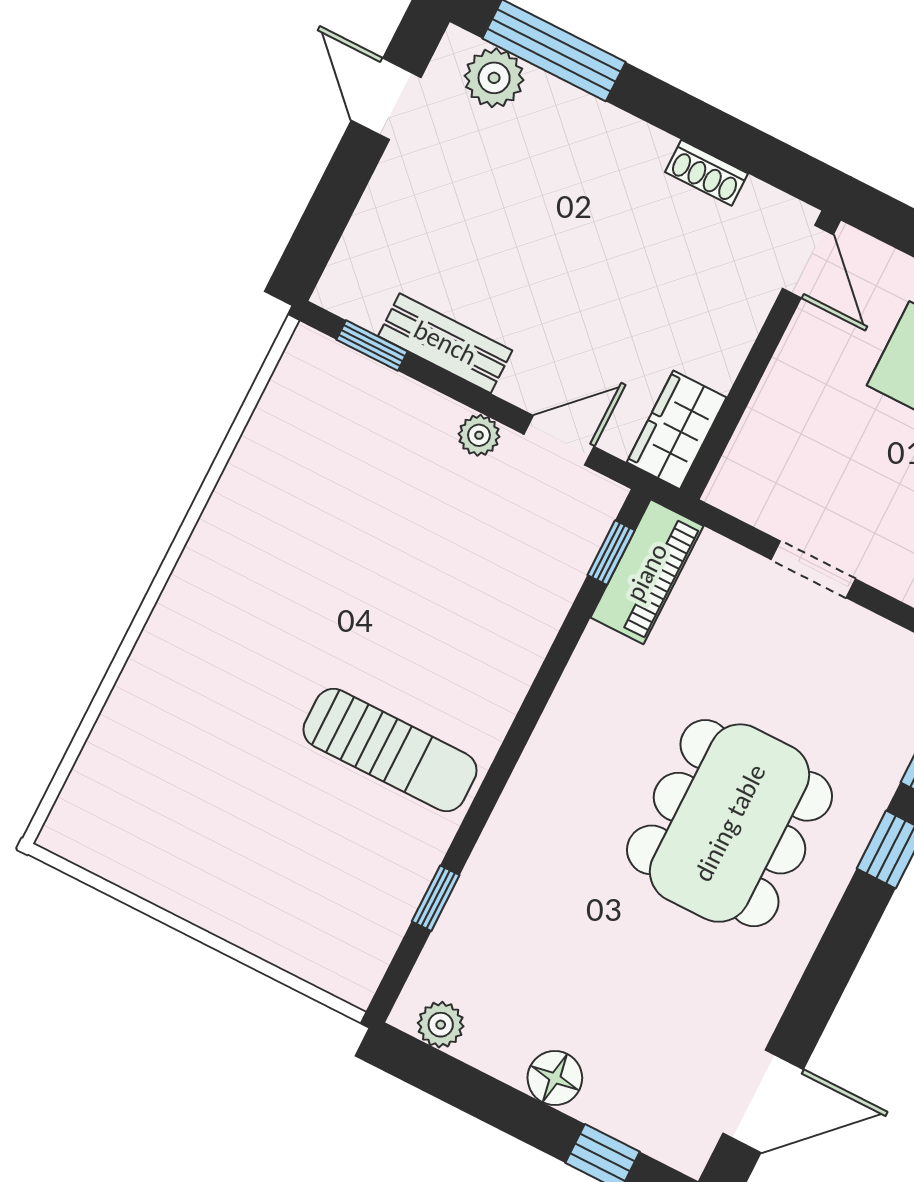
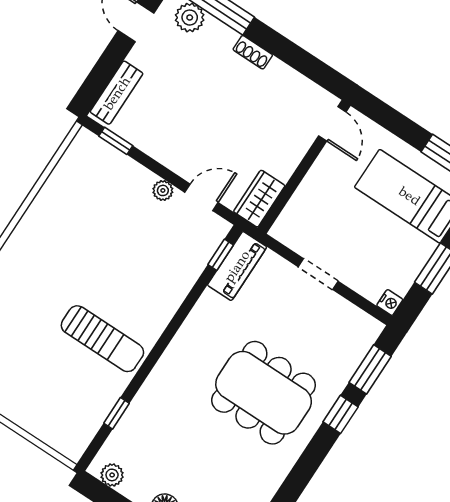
shoe rack: (707, 173) -> (253, 52), moved
bench: (445, 343) -> (117, 93), moved, turned 90
dining table: (730, 823) -> (264, 393), turned 90

